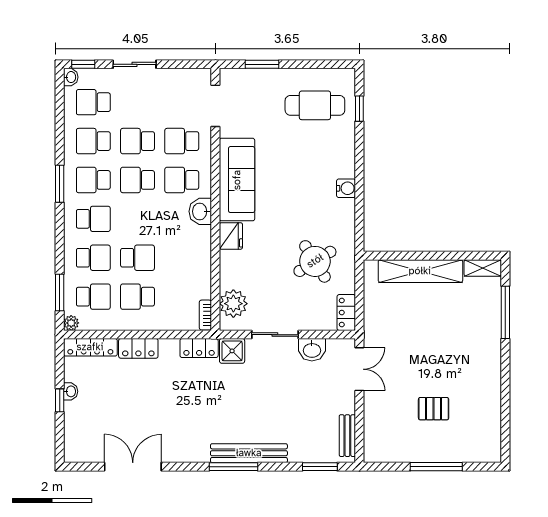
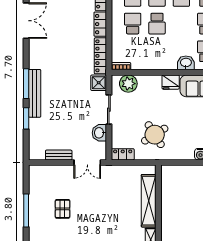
locker: (199, 348) -> (100, 56), width x1.53
bench: (347, 436) -> (59, 155), moved
window: (320, 467) -> (26, 118), moved

